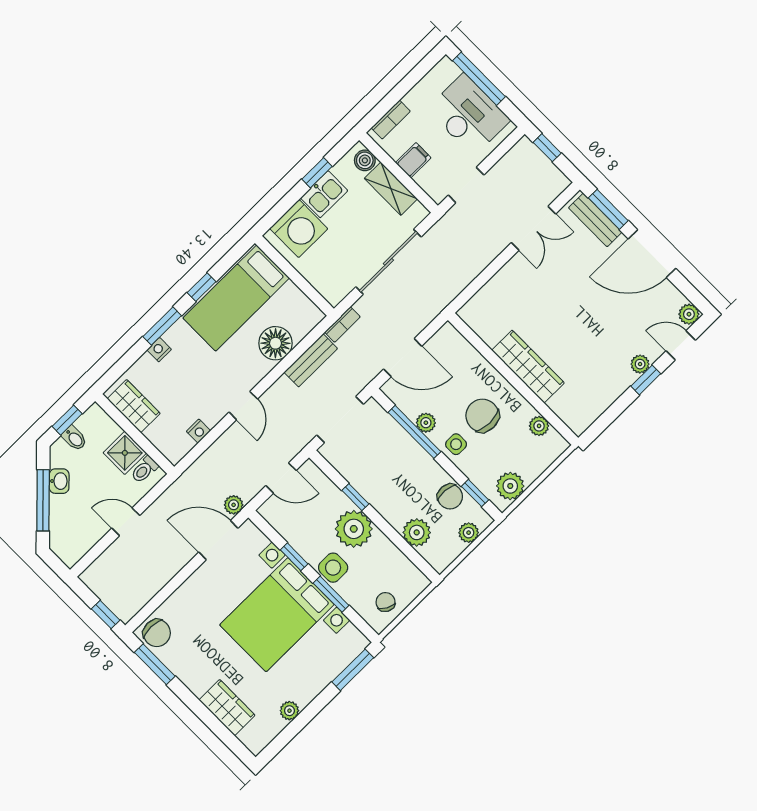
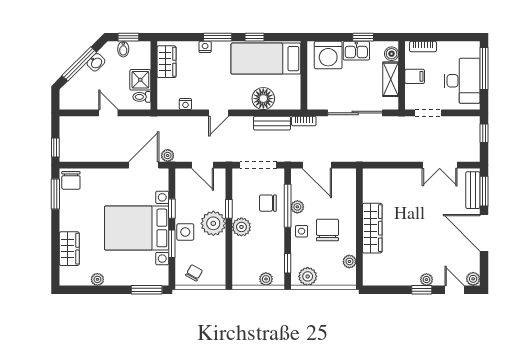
chair: (450, 497) -> (268, 203), moved, turned 86
plant: (417, 532) -> (241, 227), moved
door: (218, 540) -> (144, 165), hinge flipped

